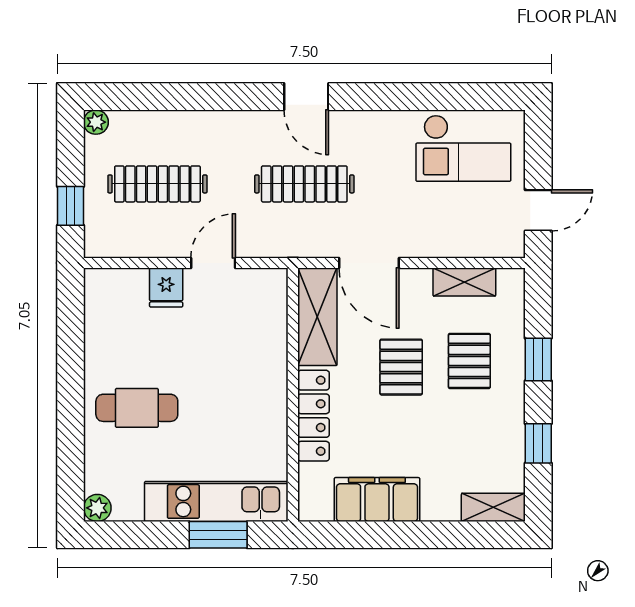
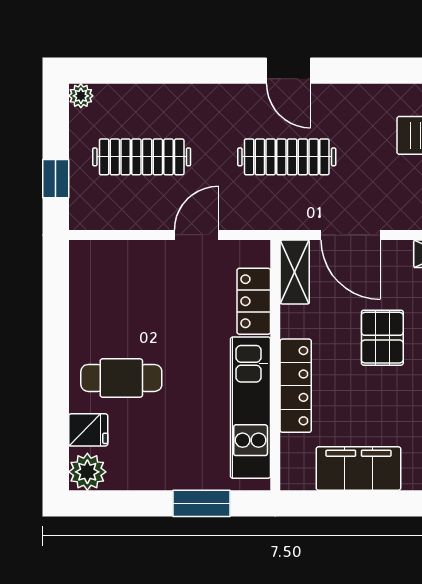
fridge: (166, 288) -> (88, 430), moved, turned -90
shelving: (317, 317) -> (295, 272), width x0.67, depth x0.75
locker: (271, 330) -> (254, 301), added
kitchen unit: (216, 501) -> (251, 408), moved, turned -90
plant: (97, 508) -> (87, 472), width x1.38, depth x1.38

